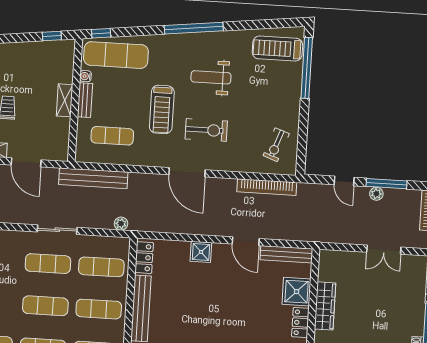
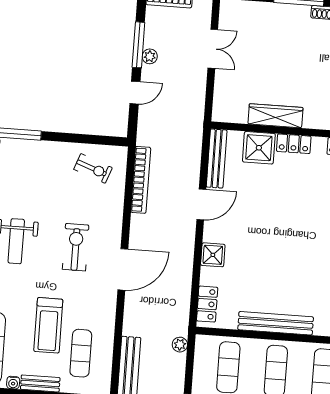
treadmill: (162, 109) -> (48, 325), moved, turned 90
locker: (144, 258) -> (207, 304), moved, turned 90

